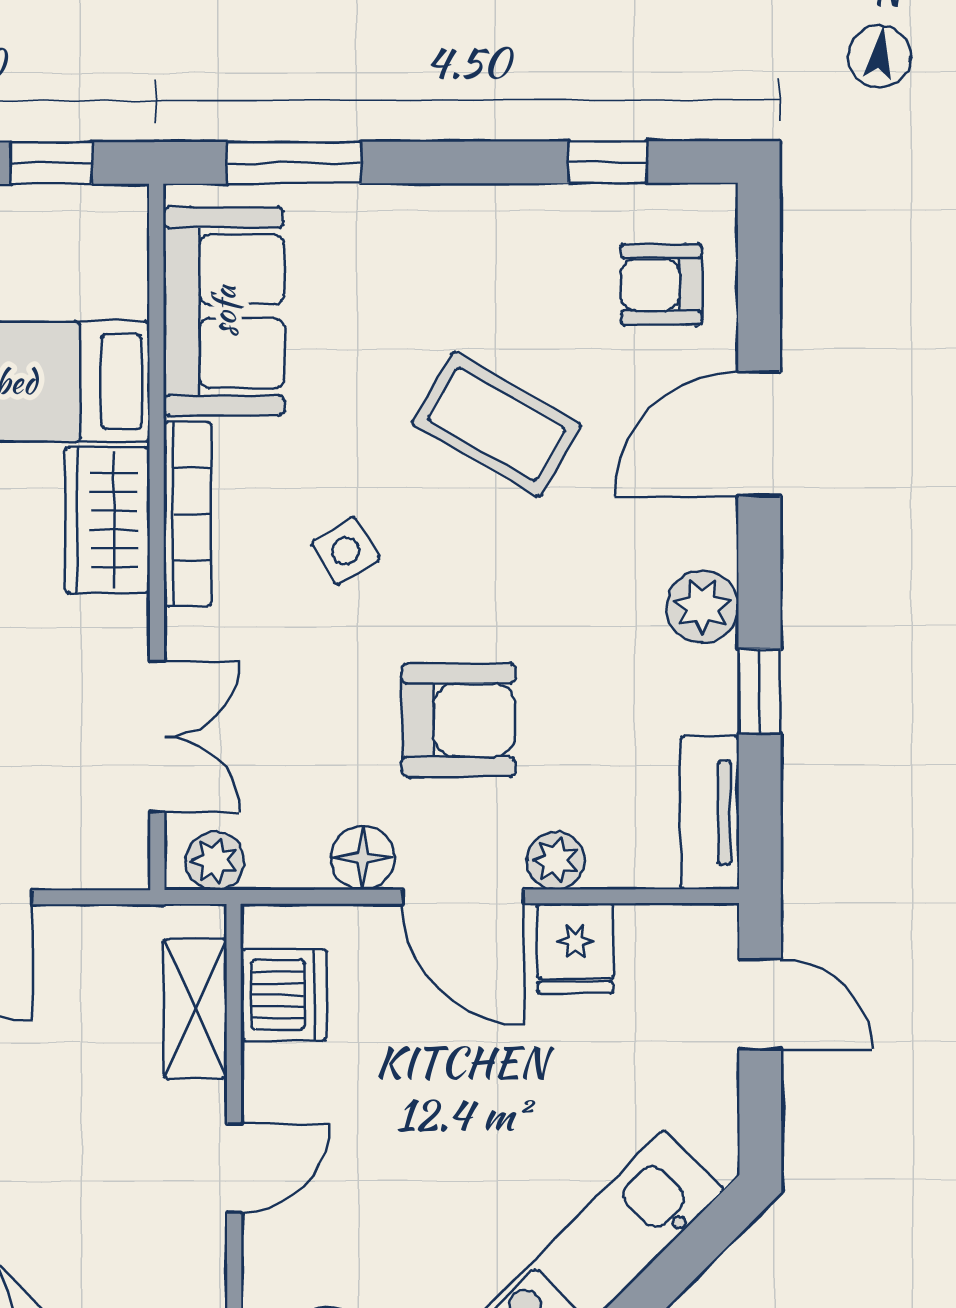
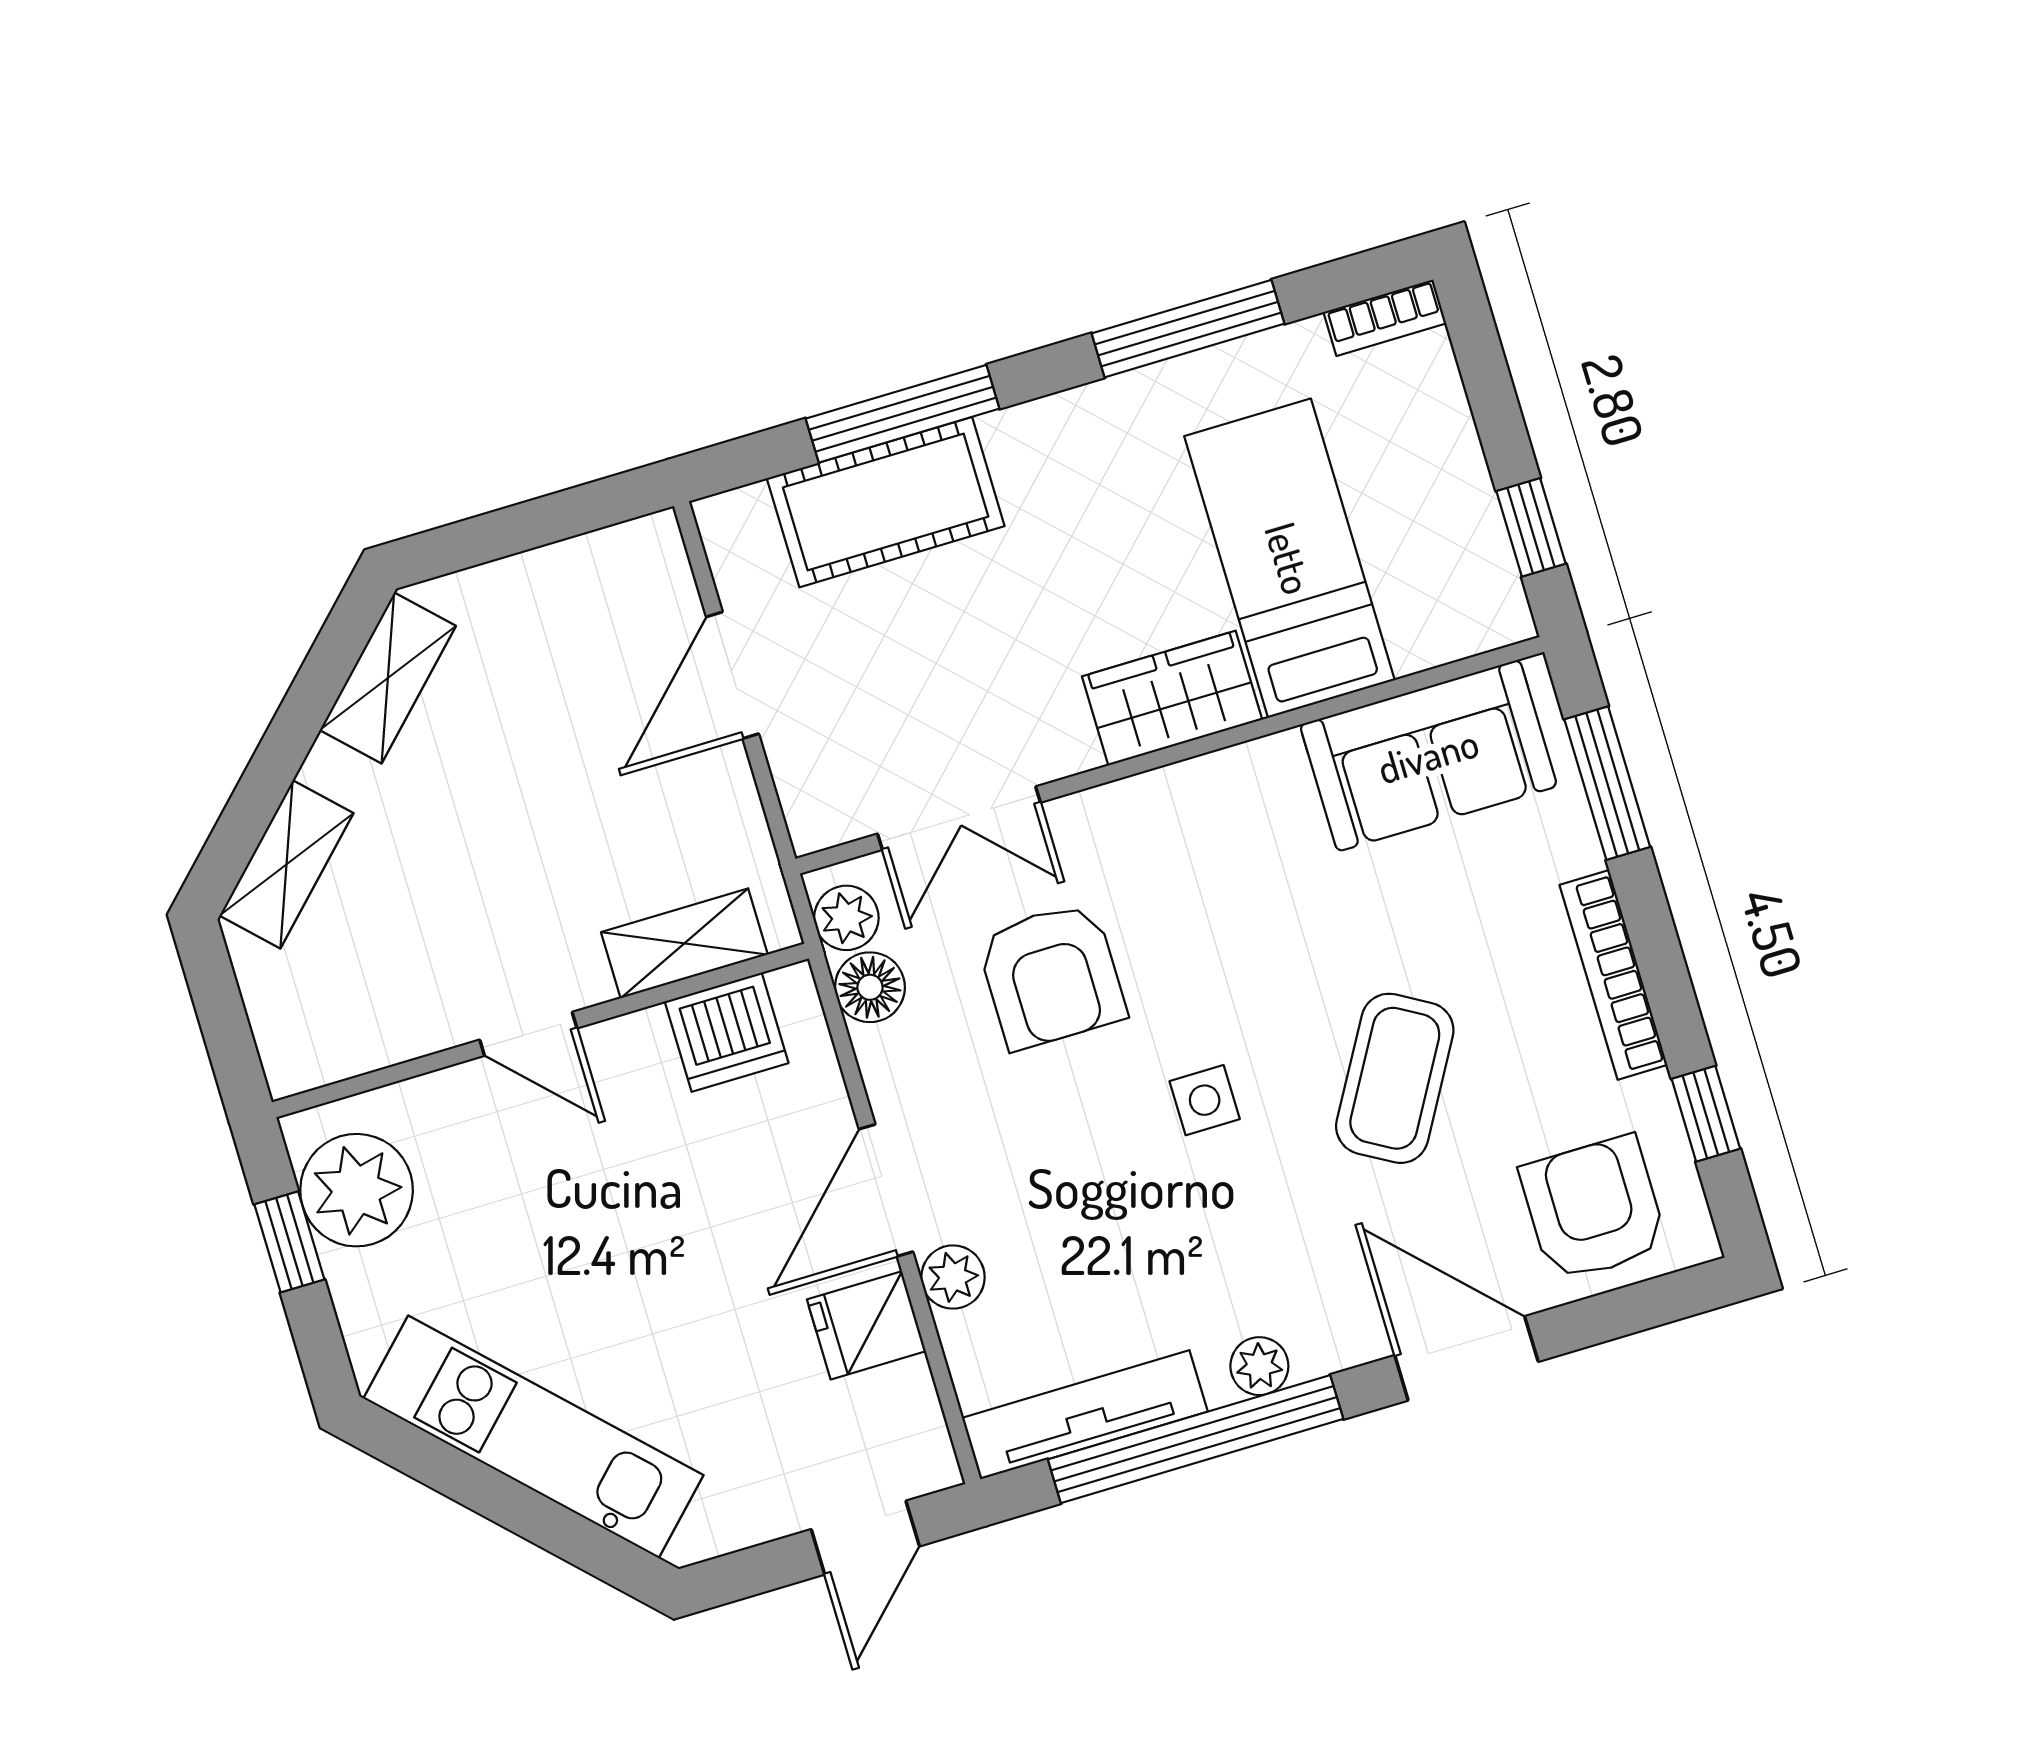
armchair: (661, 285) -> (1594, 1209), width x1.38, depth x1.38
bookcase: (187, 514) -> (1613, 975), moved, turned 90
side table: (346, 551) -> (1205, 1100), moved, turned 31
plant: (702, 607) -> (1259, 1366), width x0.73, depth x0.73
window: (760, 691) -> (1196, 1439), width x3.17
armchair: (459, 720) -> (1052, 976), moved
tv unit: (710, 813) -> (1085, 1415), width x1.41
floor lamp: (363, 858) -> (870, 987), moved

